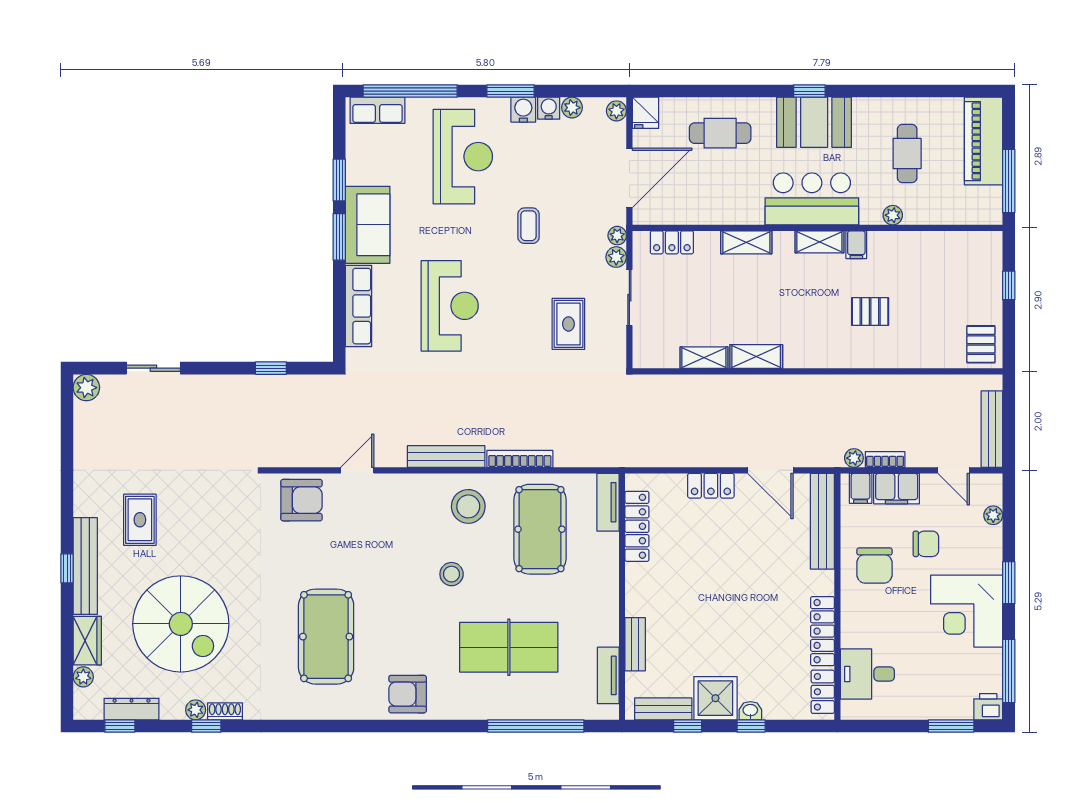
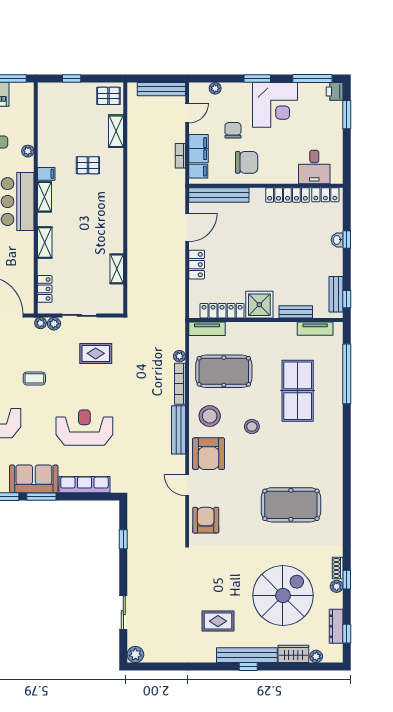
pallet: (870, 312) -> (88, 165), turned 90
shelving: (756, 357) -> (116, 131), moved
plant: (854, 458) -> (179, 356), moved
armchair: (408, 694) -> (209, 454), moved, width x1.36, depth x1.36
shower: (715, 698) -> (259, 305), moved
window: (688, 726) -> (347, 299), moved

